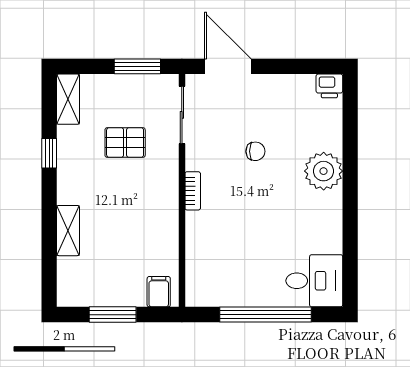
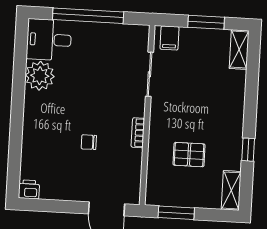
sliding door: (182, 115) -> (149, 74), moved
plant: (324, 171) -> (40, 76), moved
bookcase: (193, 191) -> (138, 133), moved
shelving: (68, 231) -> (239, 50), moved

